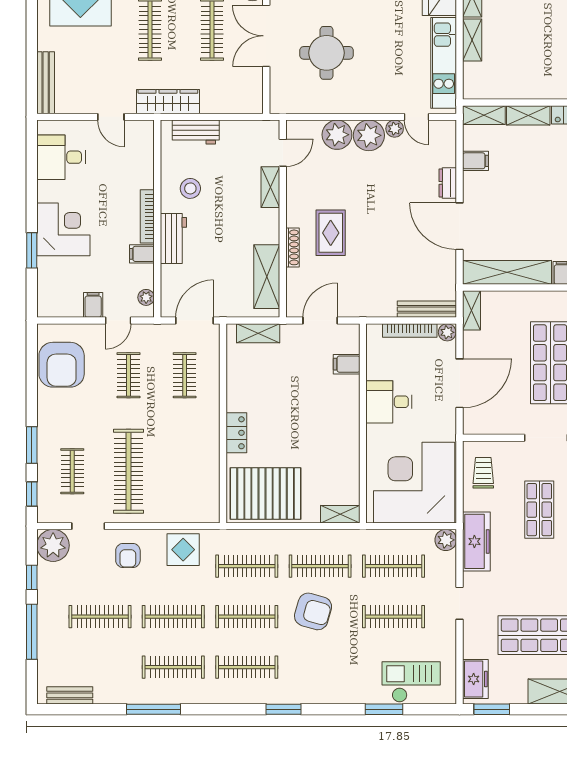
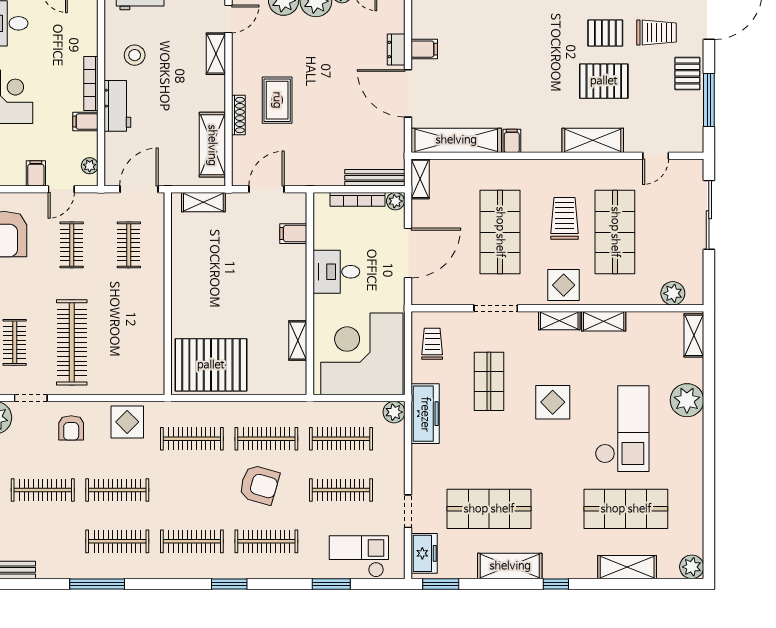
filing cabinet: (476, 161) -> (424, 49), moved
locker: (236, 433) -> (181, 303), removed
shelving: (340, 514) -> (298, 340), moved, turned 90
doorway: (460, 603) -> (408, 511), moved
clothes rail: (247, 617) -> (266, 541), moved

